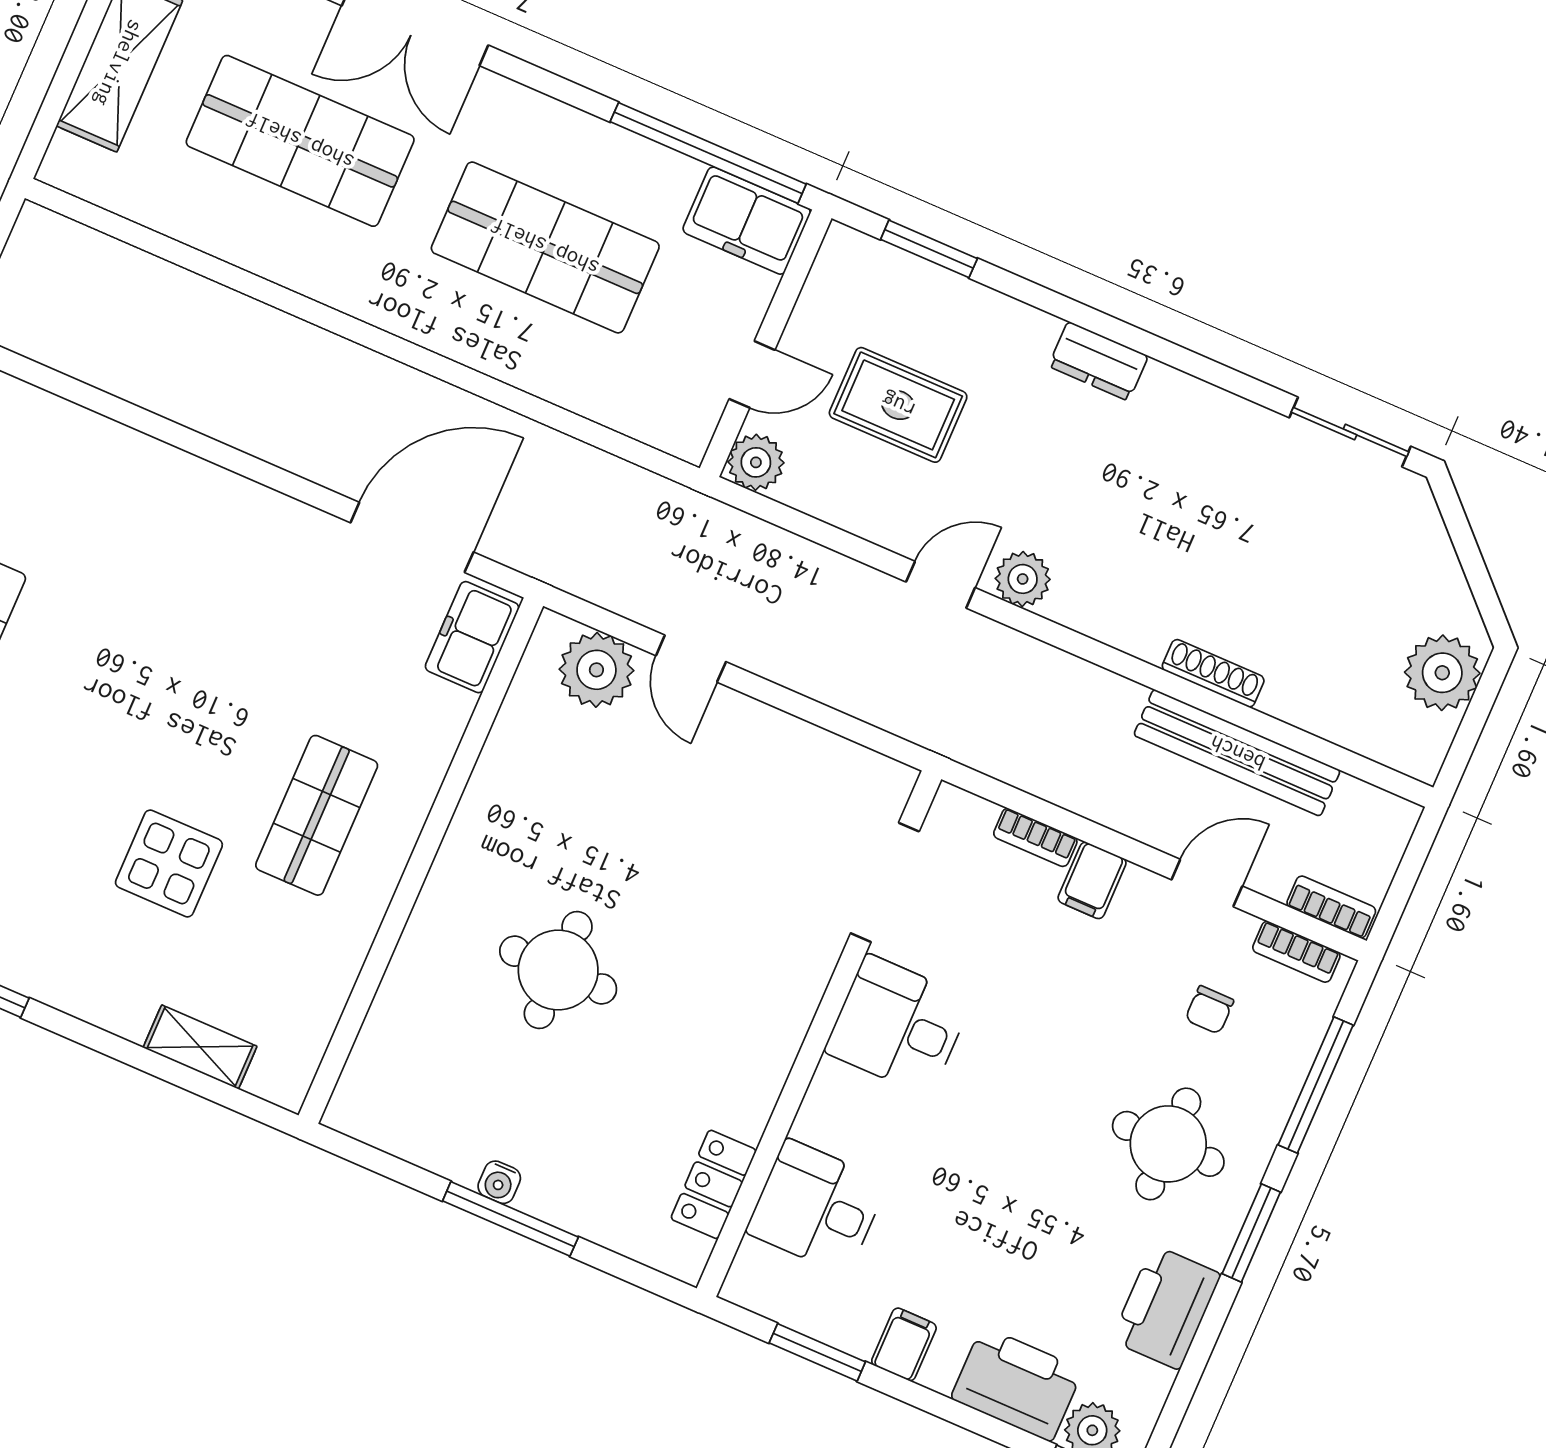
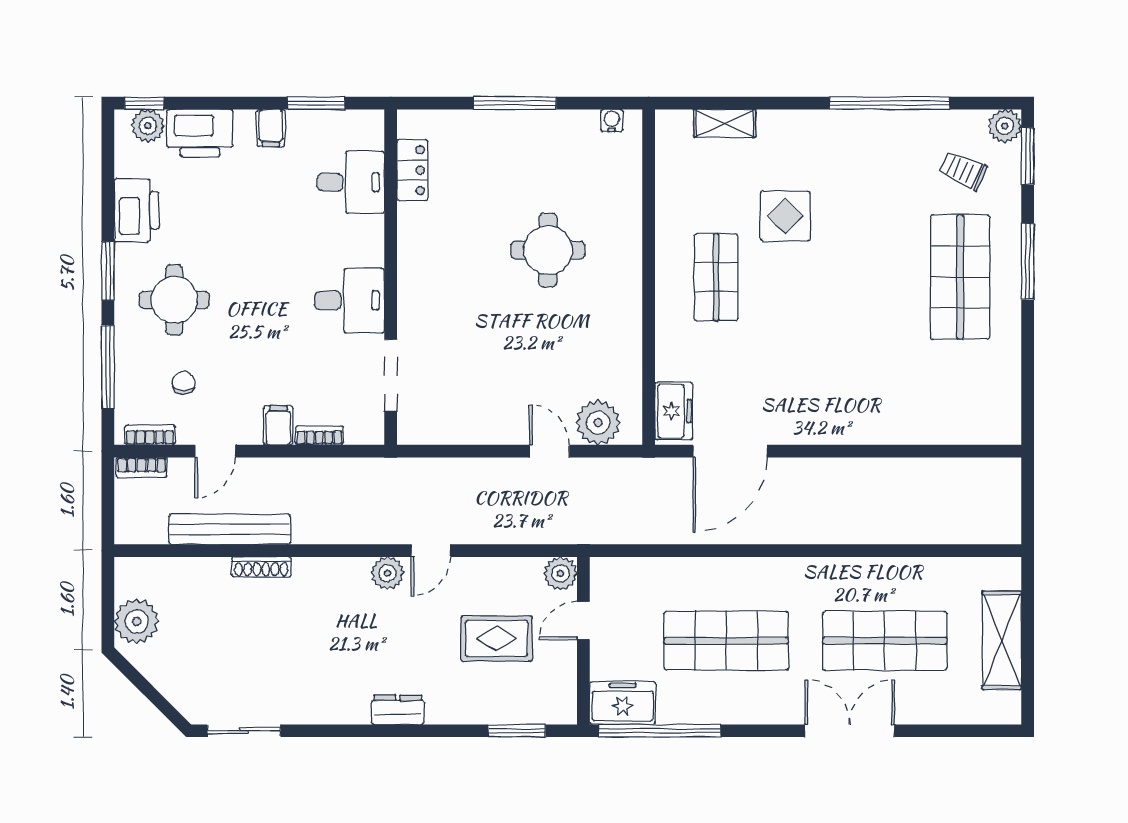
water cooler: (499, 1182) -> (612, 120), moved

